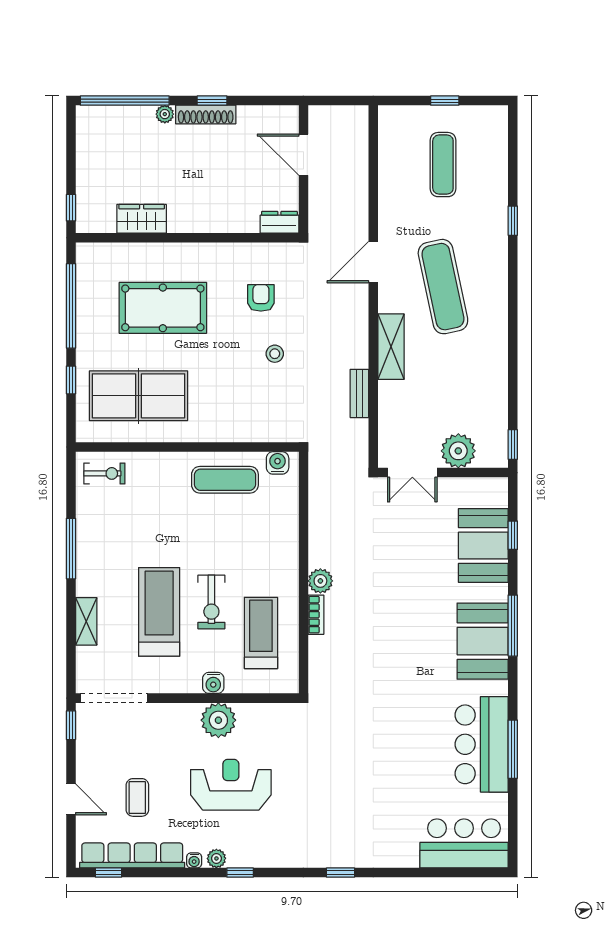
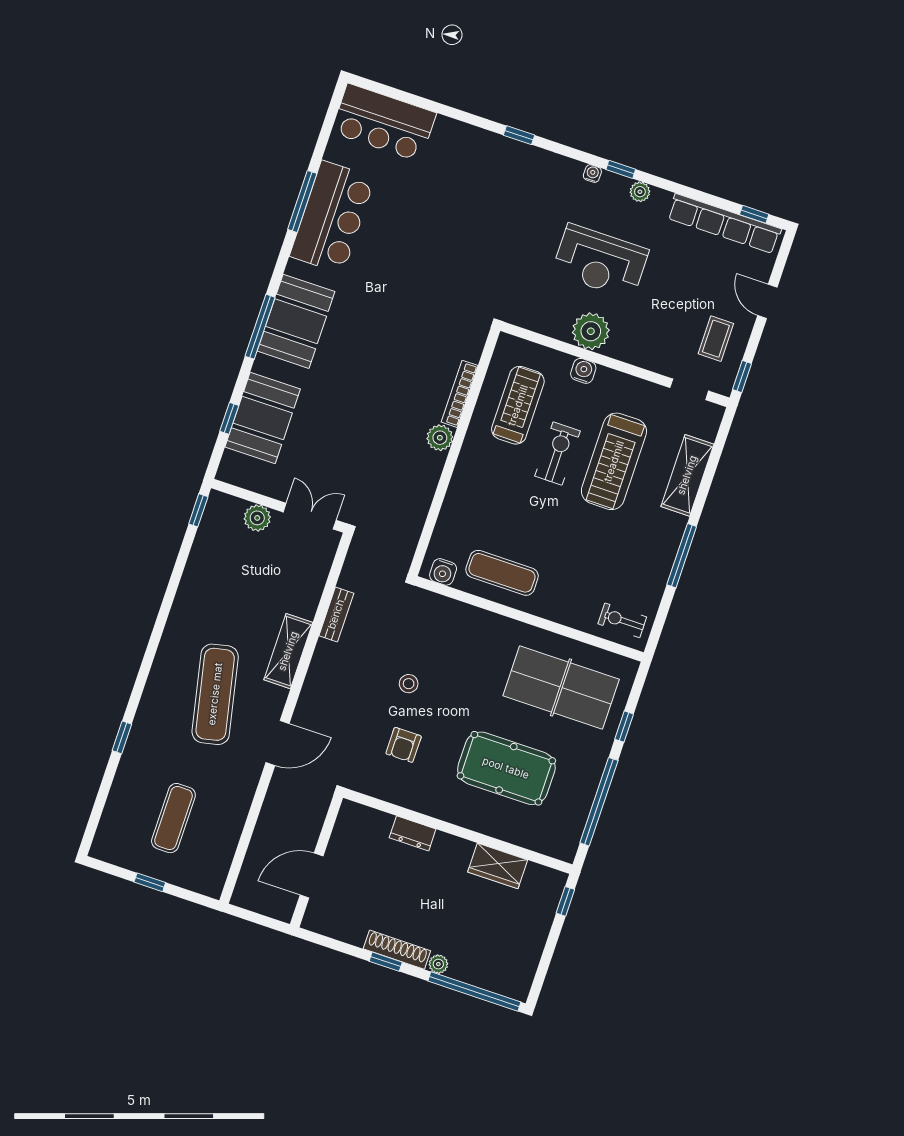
door: (303, 155) -> (312, 876), swing flipped
dresser: (279, 222) -> (413, 833), moved
plant: (458, 451) -> (257, 518), width x0.73, depth x0.73
bookcase: (316, 615) -> (460, 394), width x1.56
shelving: (86, 621) -> (687, 475), width x1.50, depth x1.33
treadmill: (261, 633) -> (518, 405), turned 180
doorway: (114, 698) -> (689, 389), width x0.53
coffee table: (137, 797) -> (716, 339), moved
water cooler: (194, 860) -> (592, 174), moved

